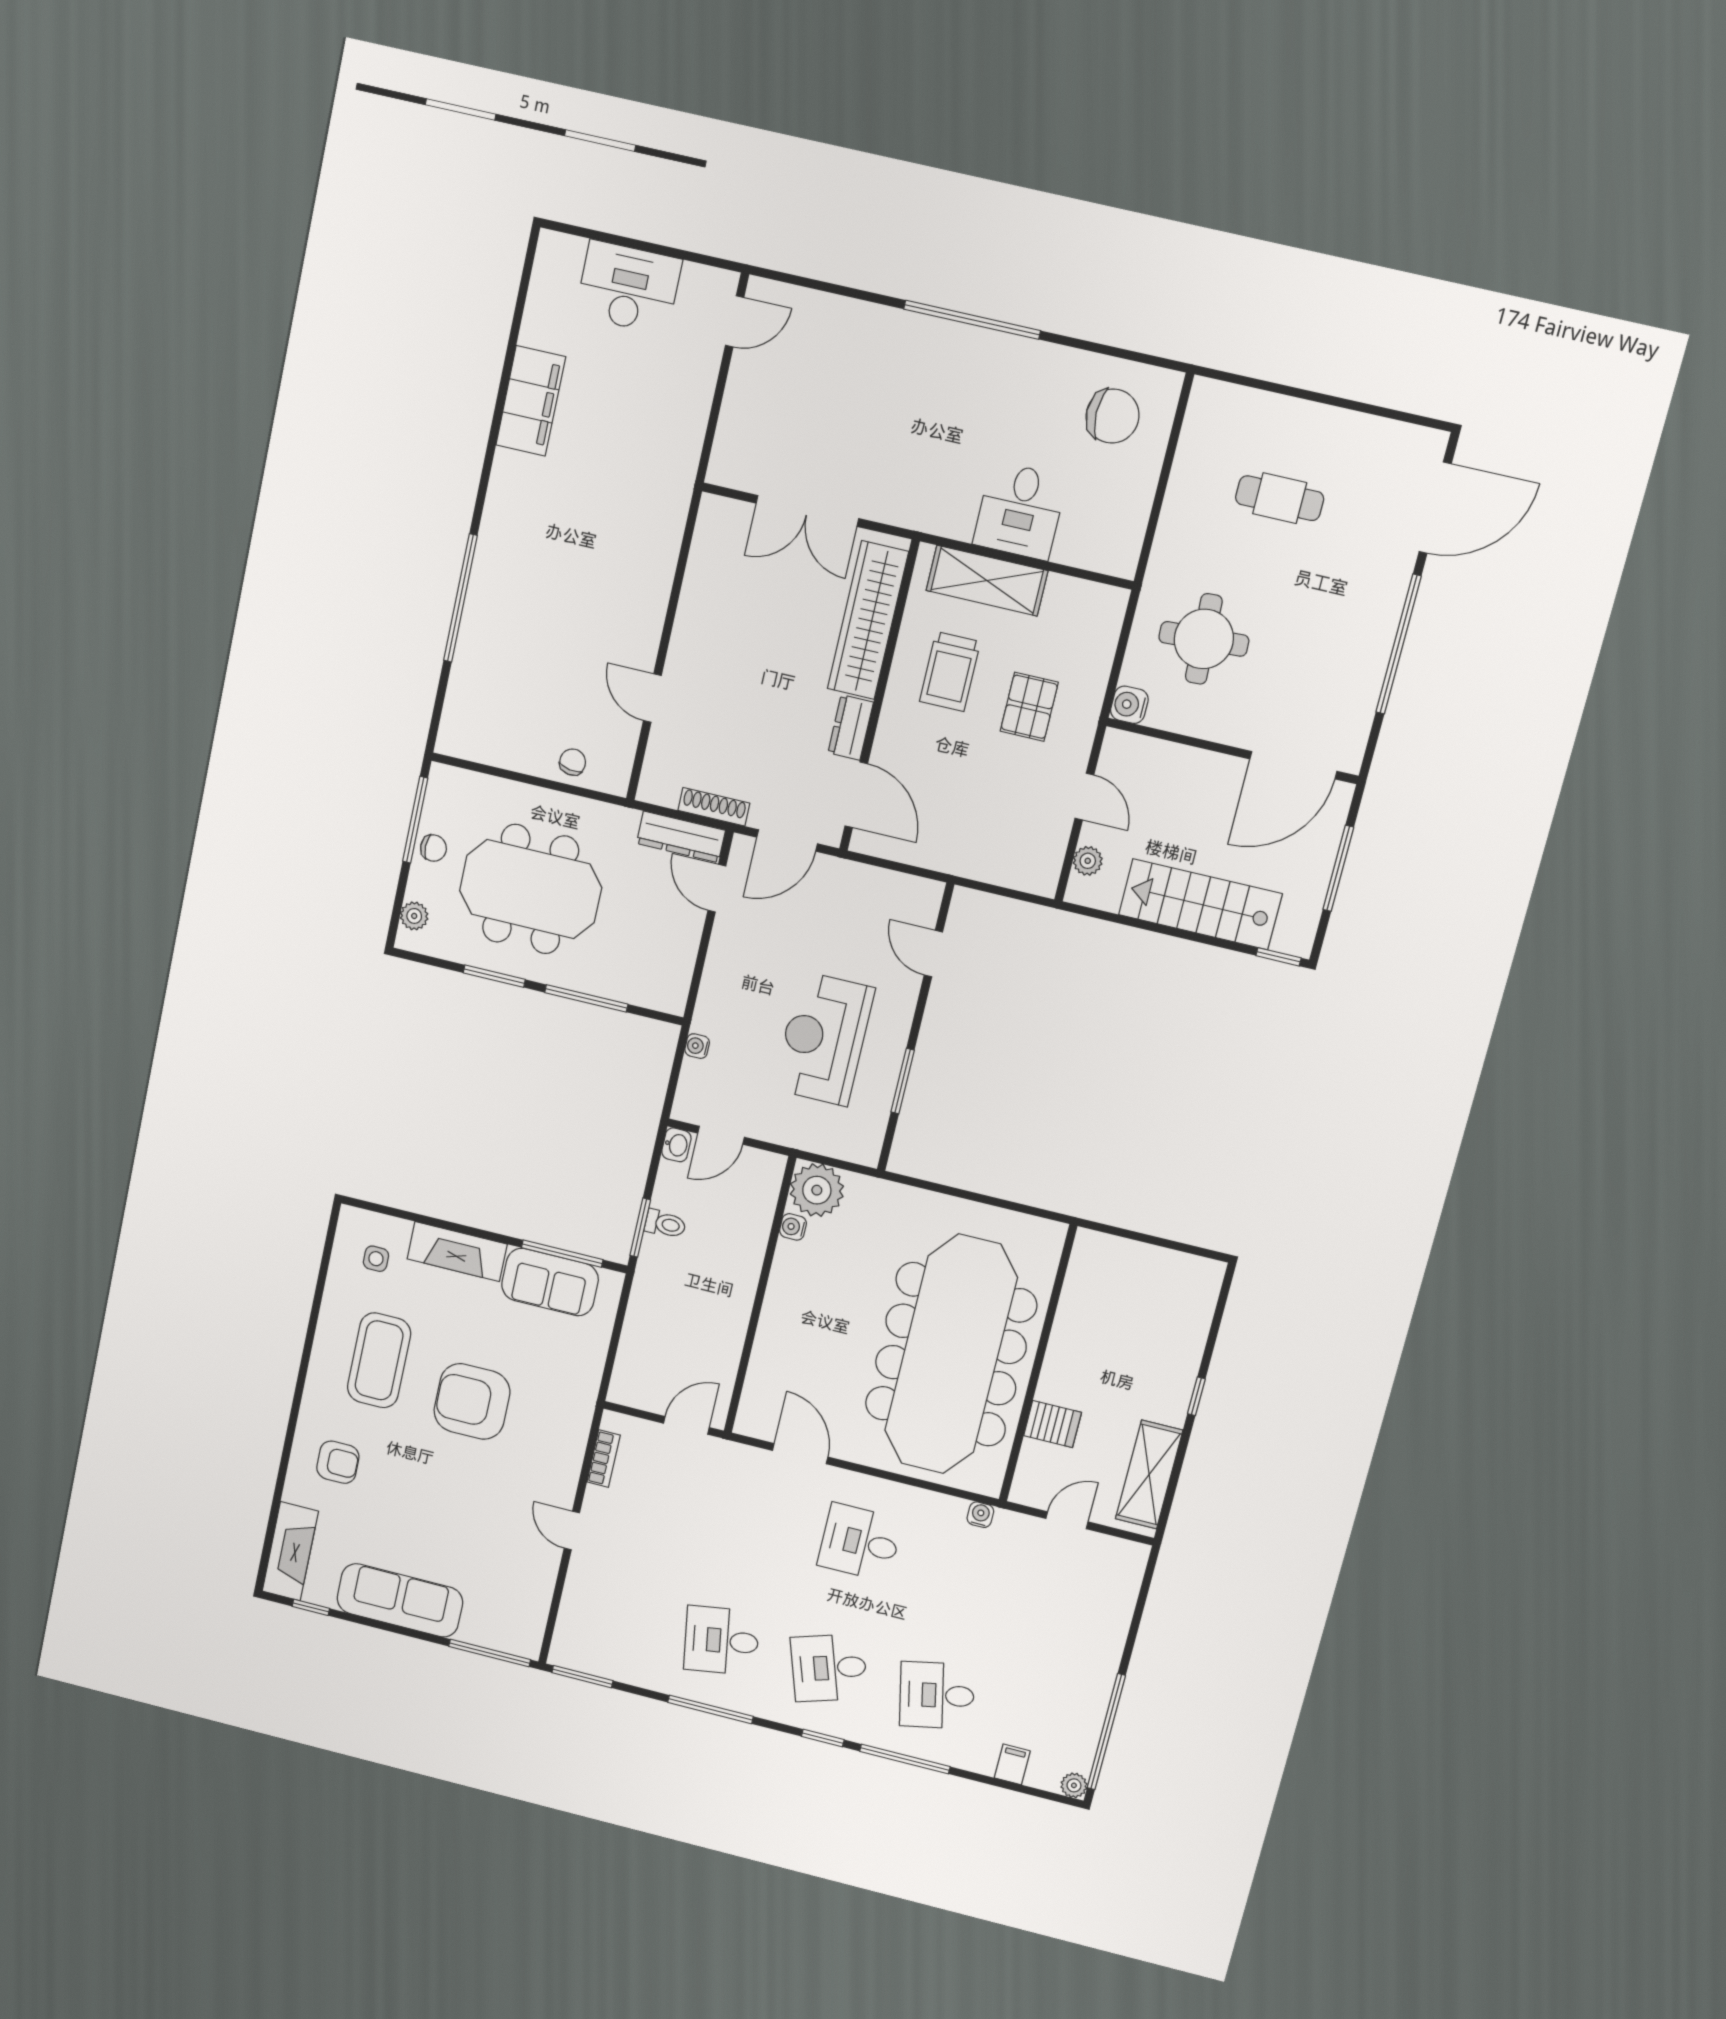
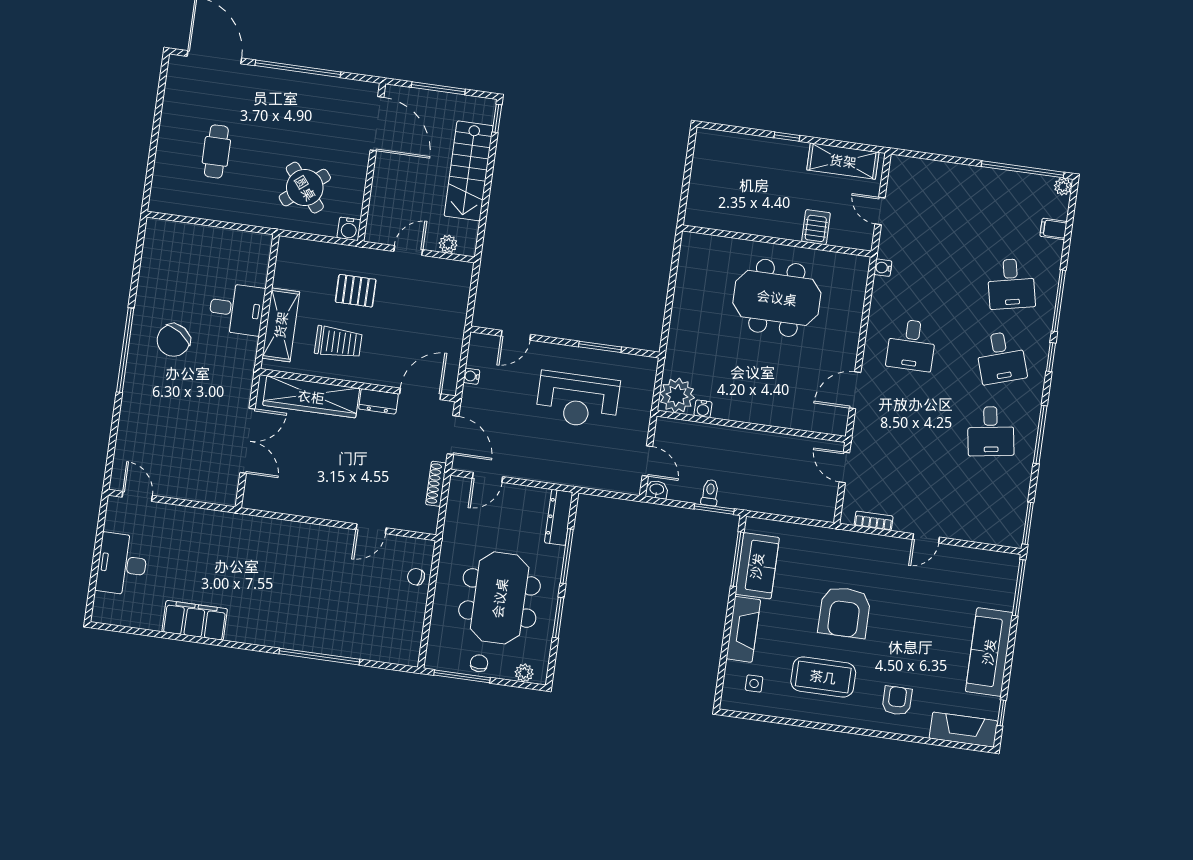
chair: (1113, 416) -> (173, 340), moved, turned -146
round table: (1204, 639) -> (305, 188), turned -36
dresser: (681, 837) -> (559, 517), moved, turned 180
water cooler: (697, 1046) -> (471, 376), moved, turned 90
meeting table: (951, 1355) -> (777, 298), width x0.54, depth x0.79

